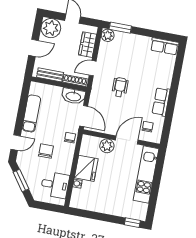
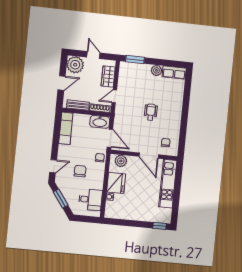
plant: (108, 35) -> (156, 70), moved
wheelchair: (120, 87) -> (151, 112), moved
row of seats: (161, 102) -> (175, 120), removed
exam couch: (31, 113) -> (66, 128), moved
door: (127, 140) -> (149, 156), swing flipped
plant: (107, 146) -> (121, 161), moved

